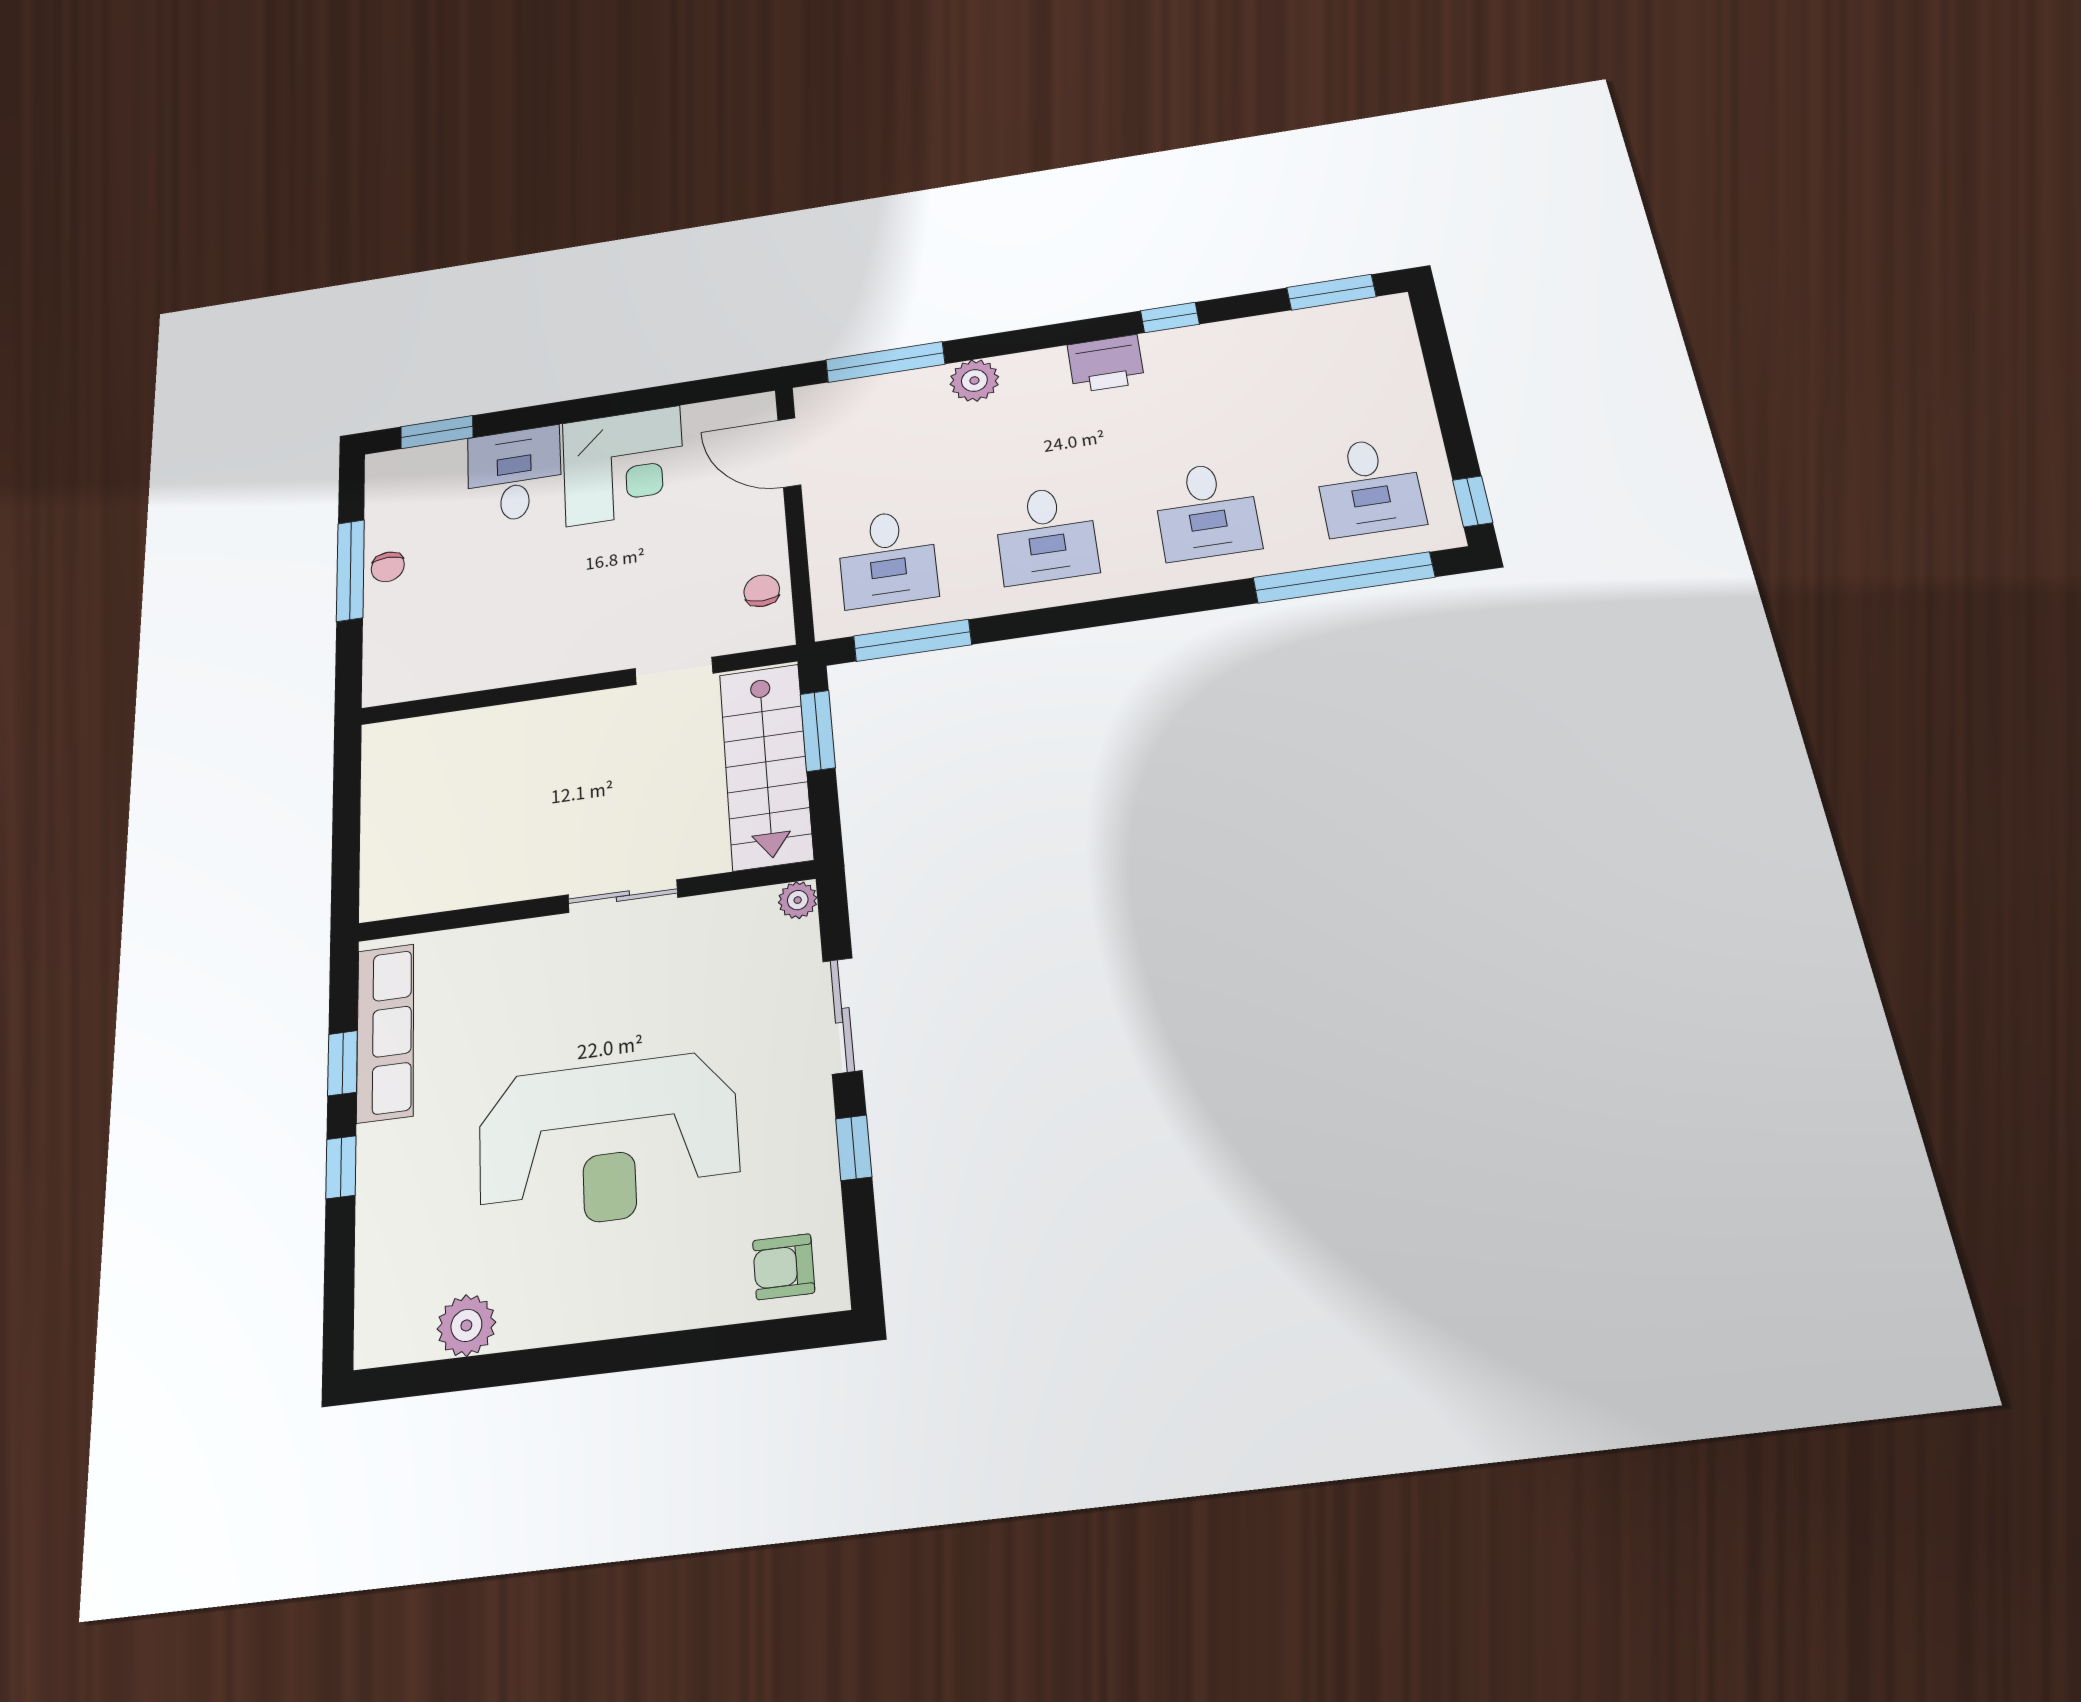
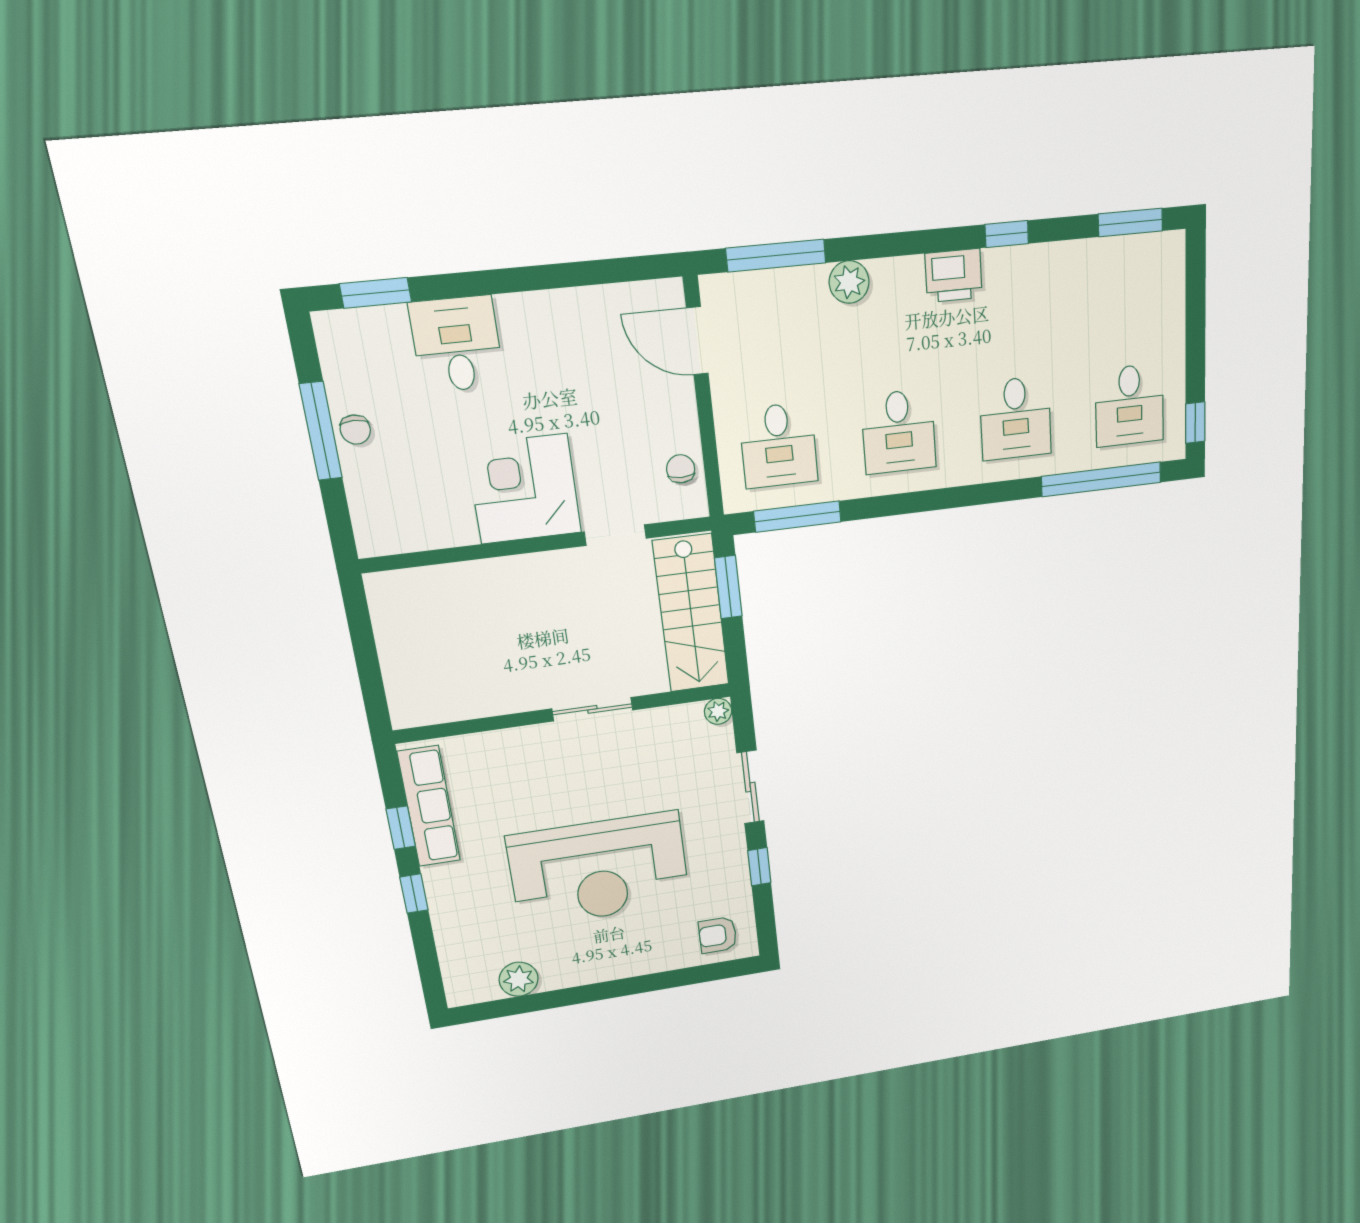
corner desk: (623, 466) -> (524, 489), moved, turned 180

